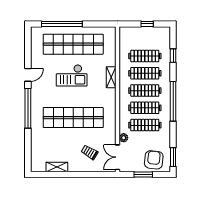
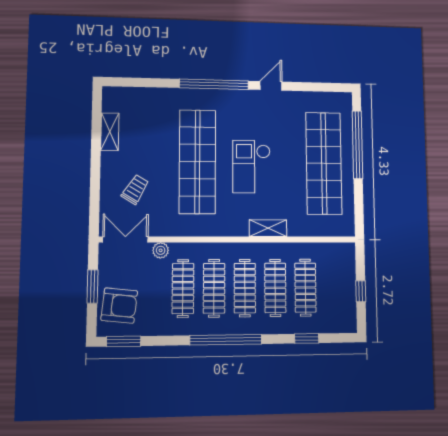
door: (28, 75) -> (271, 86), swing flipped
checkout: (72, 75) -> (251, 167), moved

